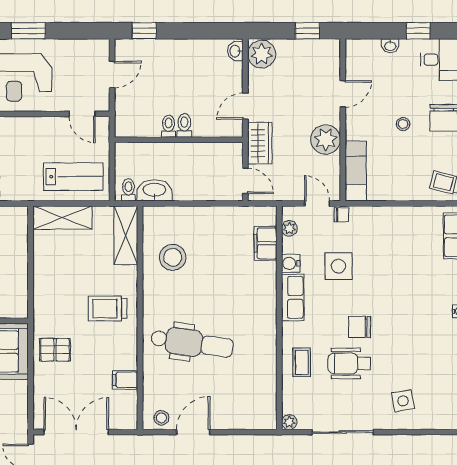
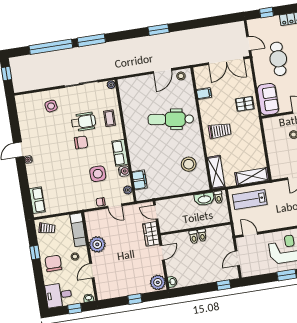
door: (343, 94) -> (92, 271), moved
wall: (343, 120) -> (90, 257), moved
plant: (326, 139) -> (97, 244), moved
exam couch: (356, 171) -> (78, 230), moved

